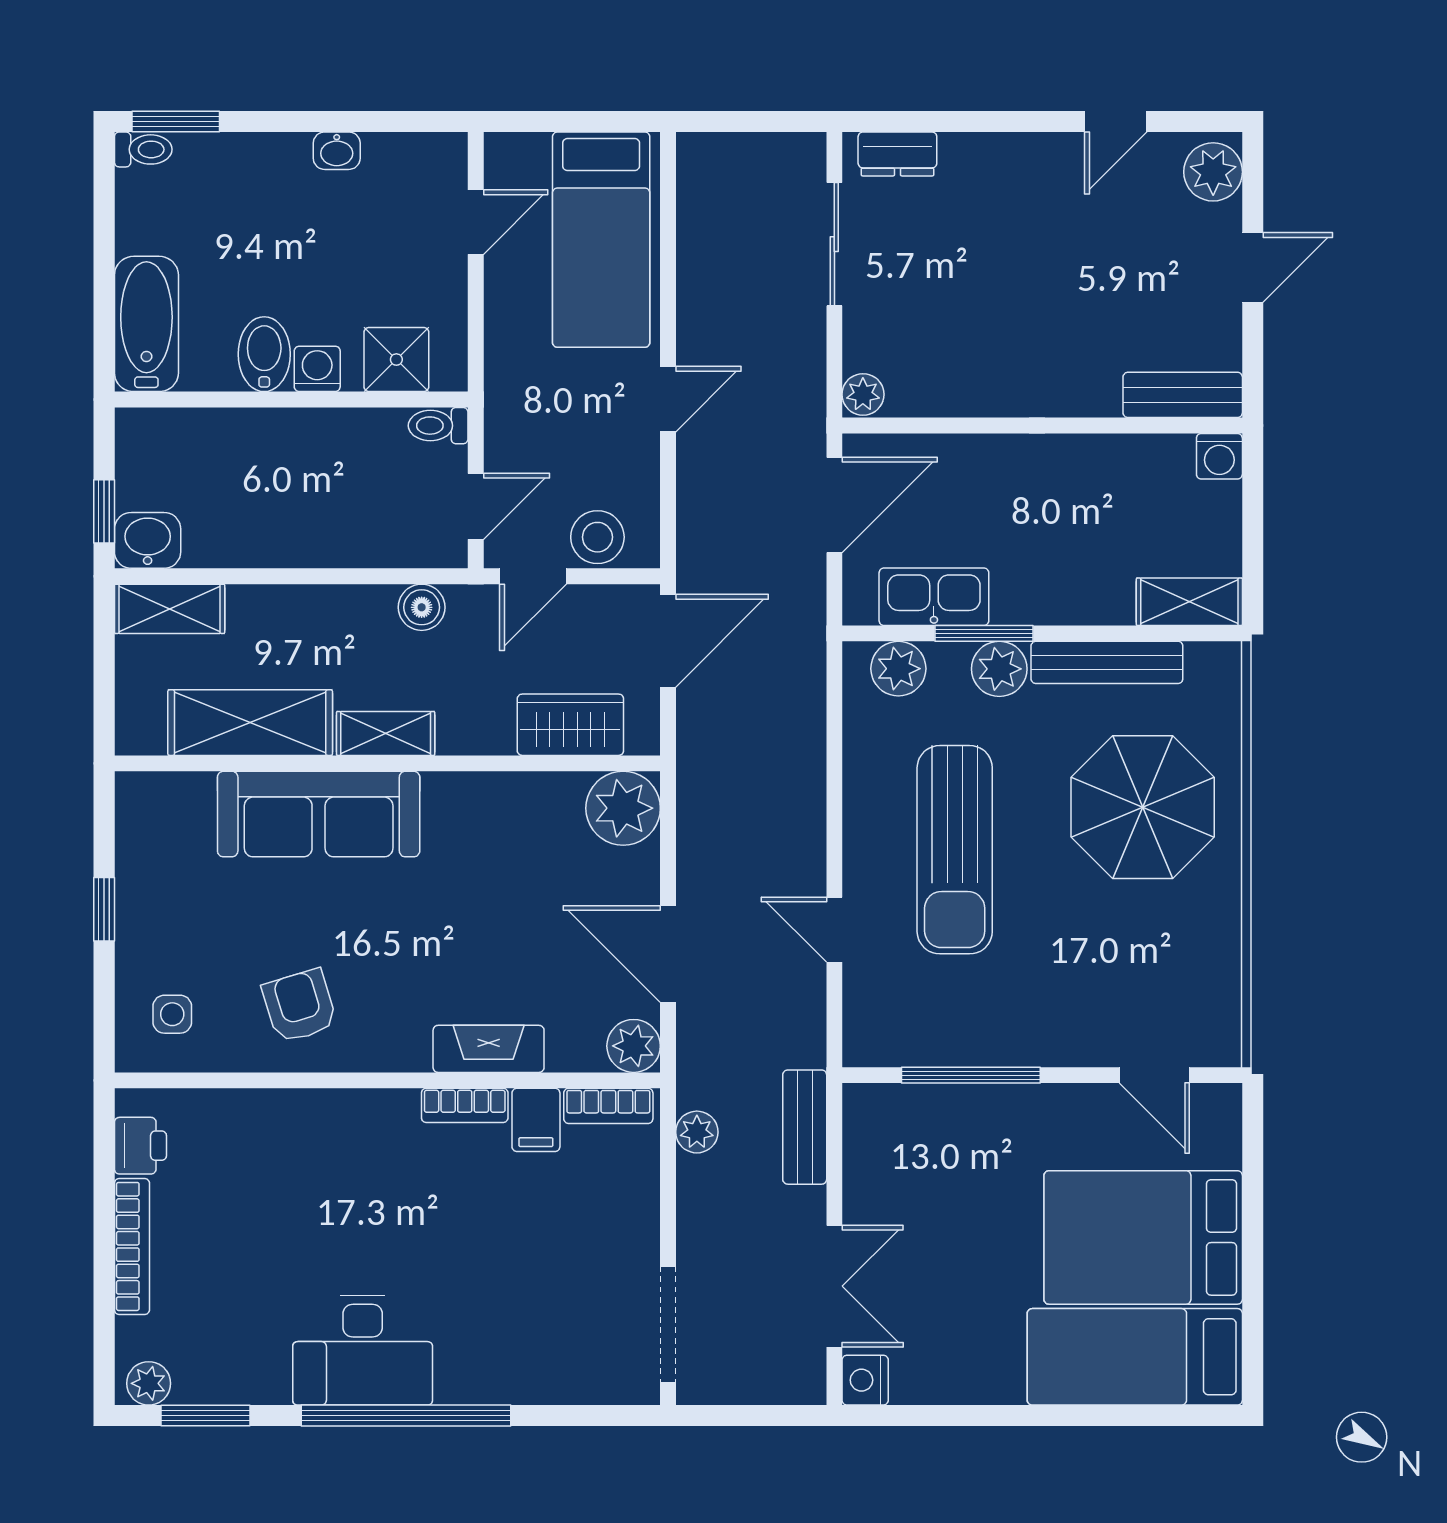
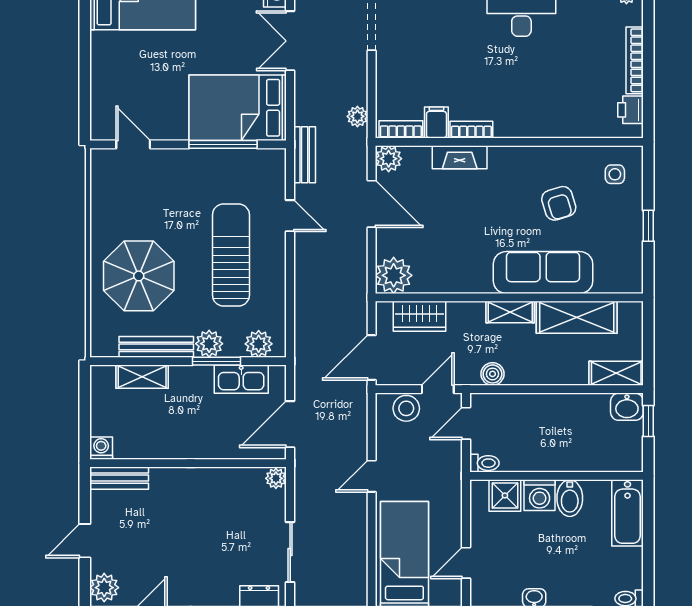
washing machine: (317, 369) -> (540, 495), width x1.38, depth x1.38
shelving: (1189, 602) -> (142, 377), moved
armchair: (300, 1006) -> (559, 203), moved
bench: (805, 1127) -> (305, 155), moved
bed: (1143, 1237) -> (238, 108), moved, turned 180

